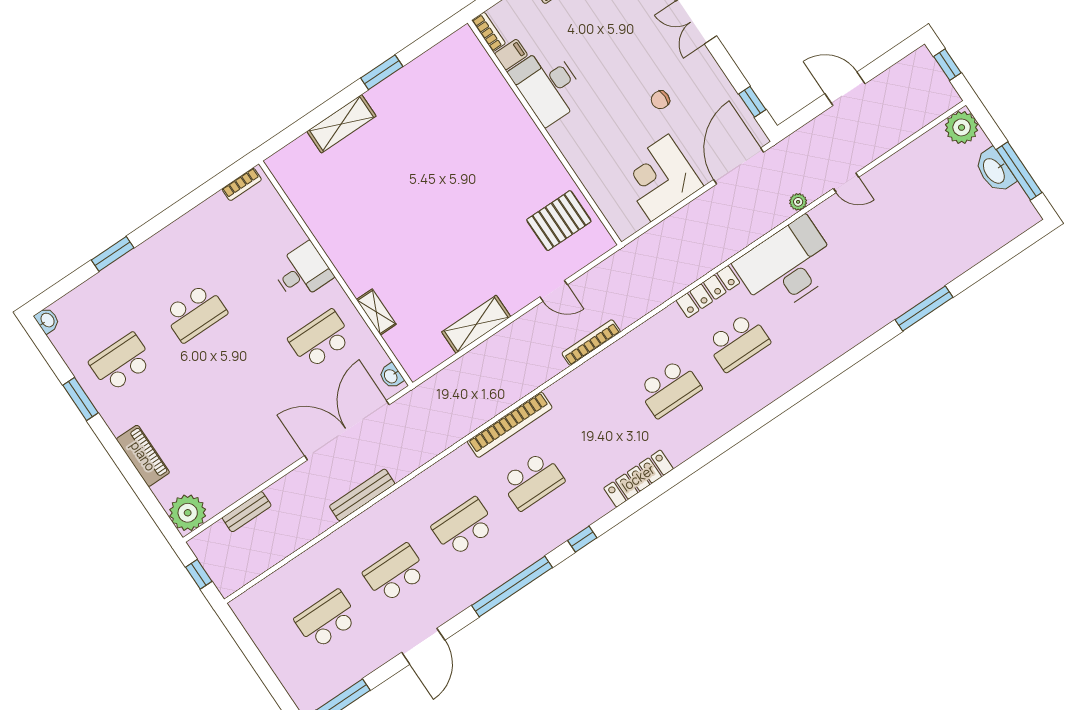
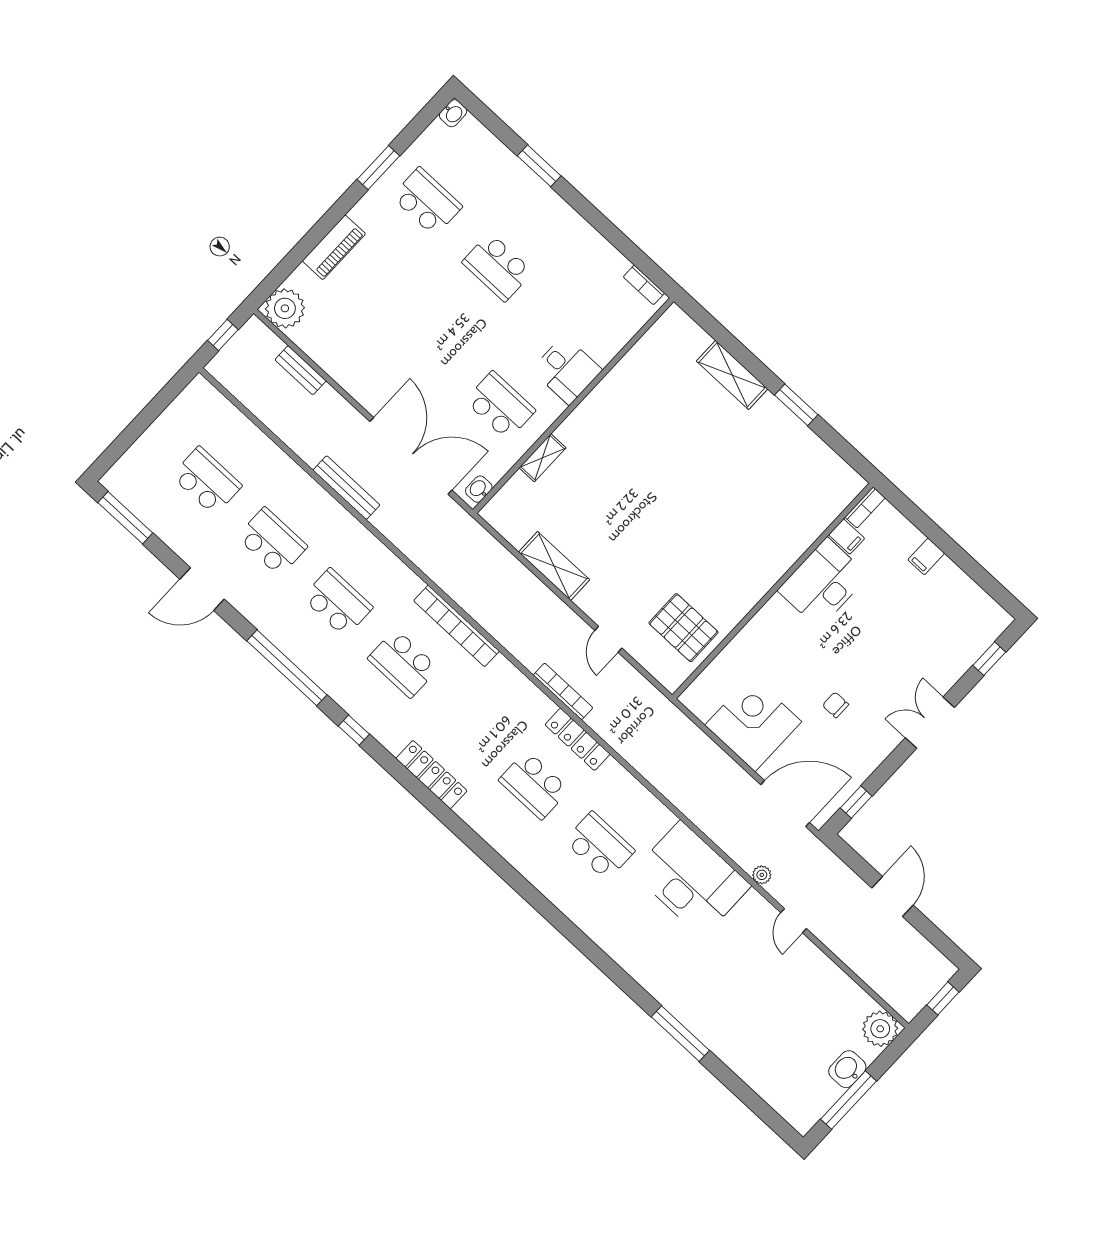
washbasin: (994, 171) -> (847, 1069), width x0.72
locker: (708, 292) -> (578, 739), moved
school desk: (738, 342) -> (599, 846), turned 180

